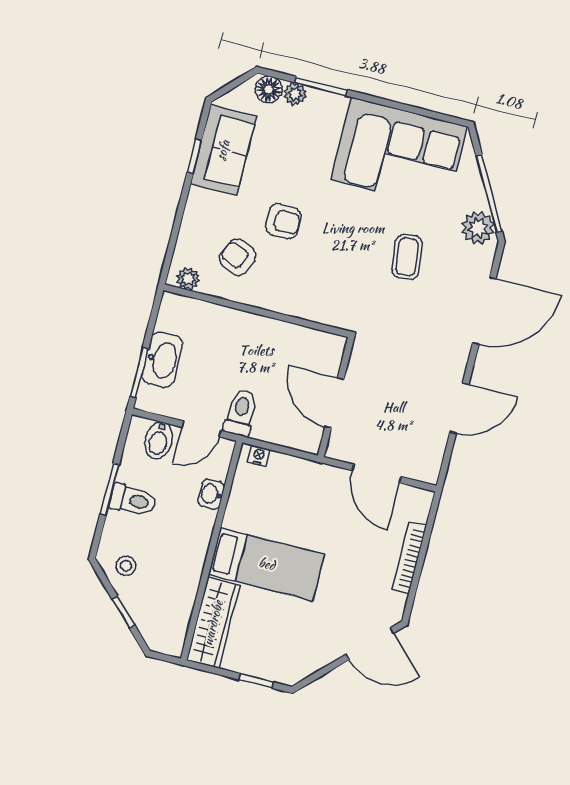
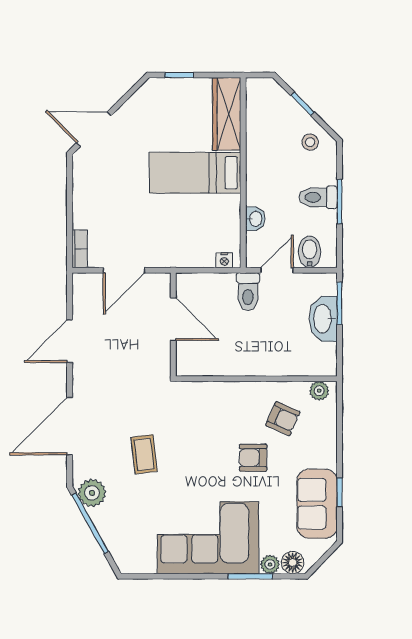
corner sofa: (399, 153) -> (208, 538), moved
door: (376, 474) -> (124, 270), swing flipped
bookcase: (409, 558) -> (80, 249), moved, width x0.64

